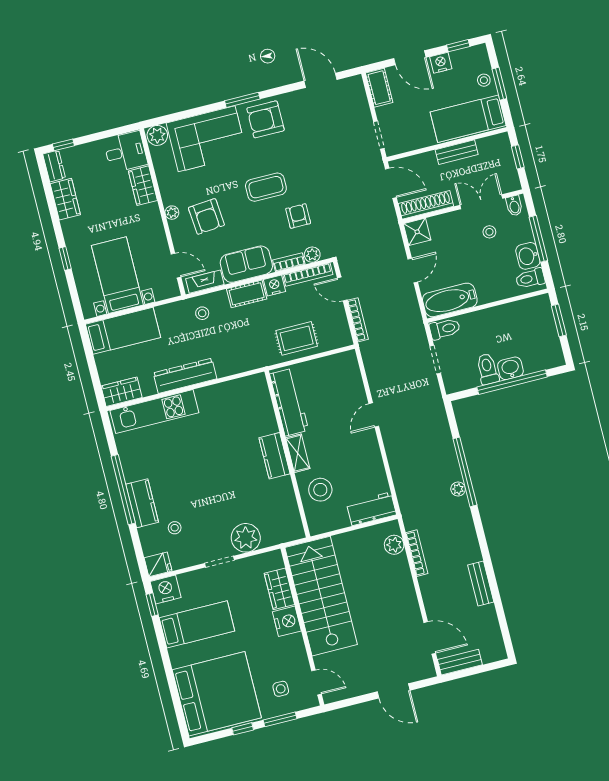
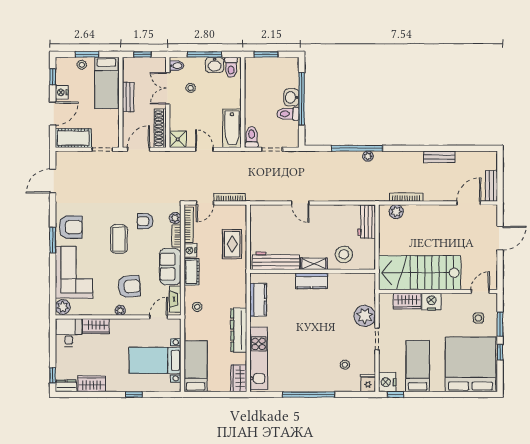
cot: (379, 88) -> (73, 138), width x1.37, depth x1.34
armchair: (266, 119) -> (71, 227), turned -90
kitchen counter: (142, 503) -> (258, 300), moved, turned 90

